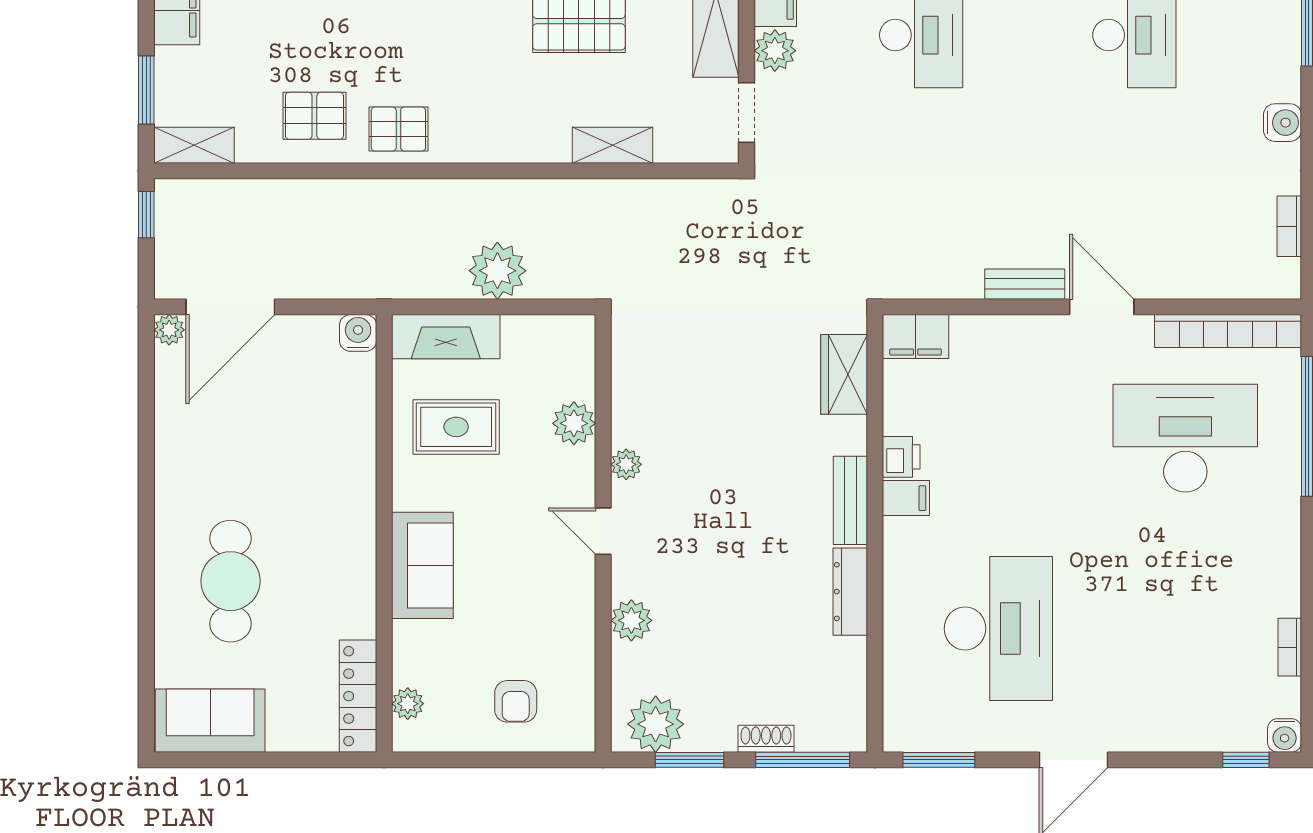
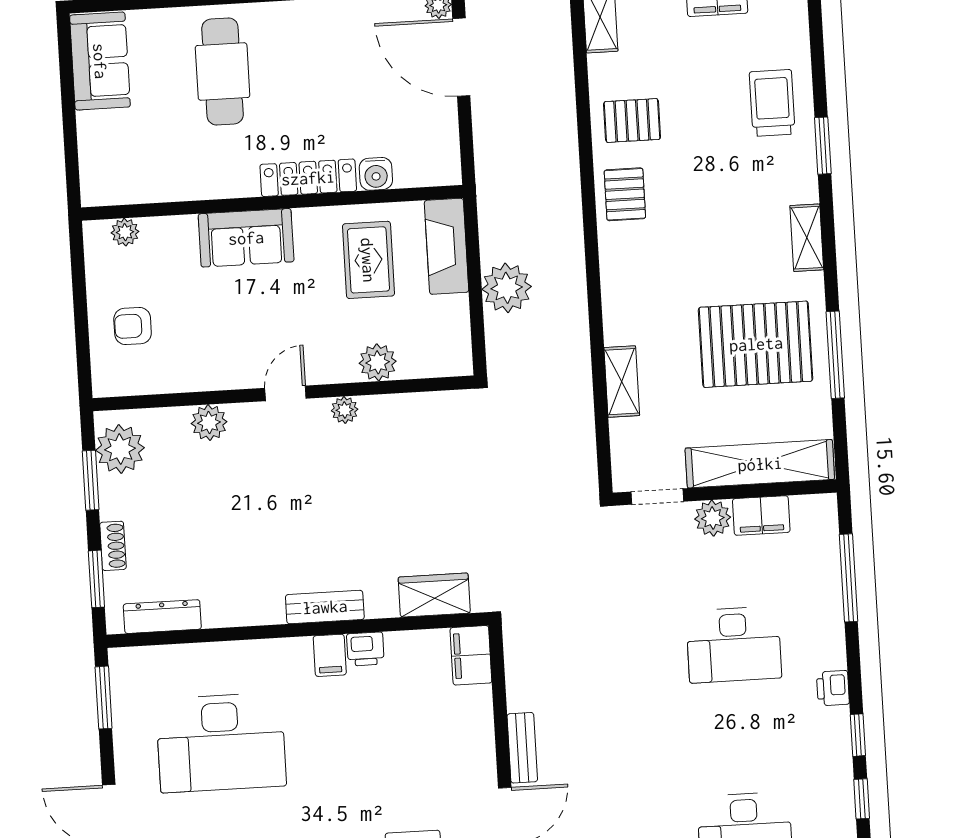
pallet: (314, 116) -> (632, 121), turned 90
water cooler: (358, 333) -> (376, 174), moved, turned 90
cafe table: (231, 581) -> (223, 72), turned 90
dresser: (850, 592) -> (162, 617), moved
locker: (358, 696) -> (308, 178), moved
window: (803, 760) -> (96, 579), width x0.69

